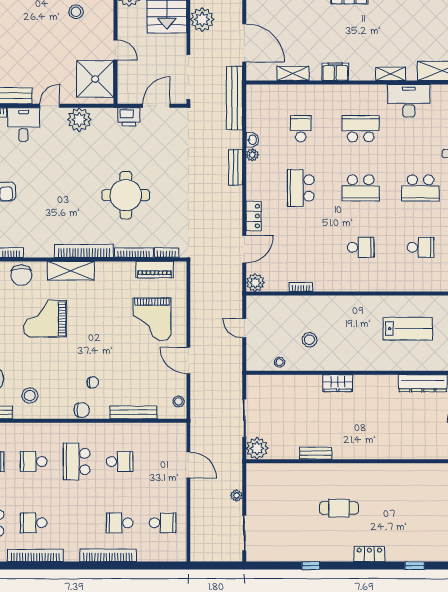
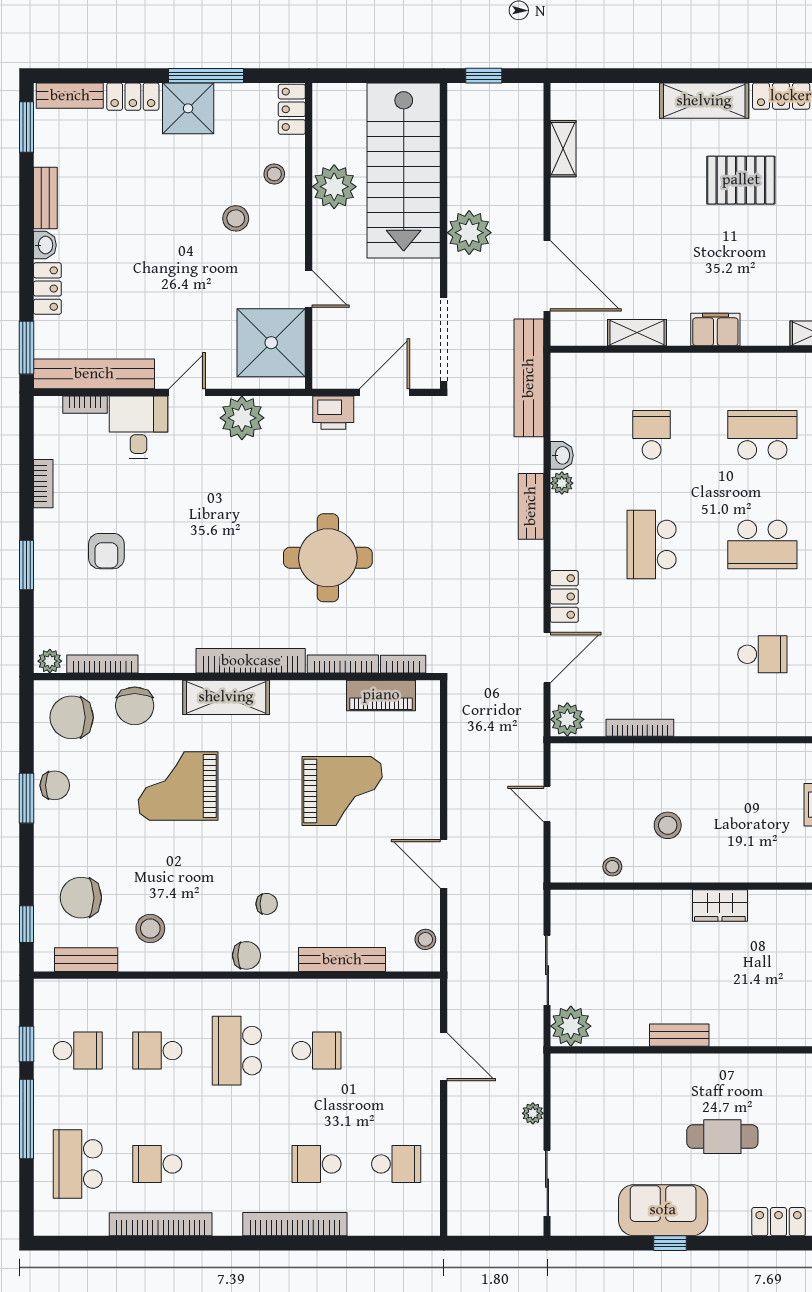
bookcase: (301, 287) -> (640, 728), width x1.56
grand piano: (152, 319) -> (342, 791), moved, turned -90
sofa: (307, 548) -> (663, 1210), added

